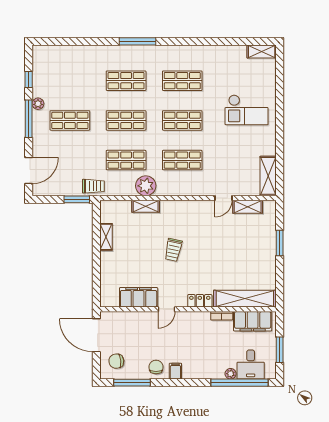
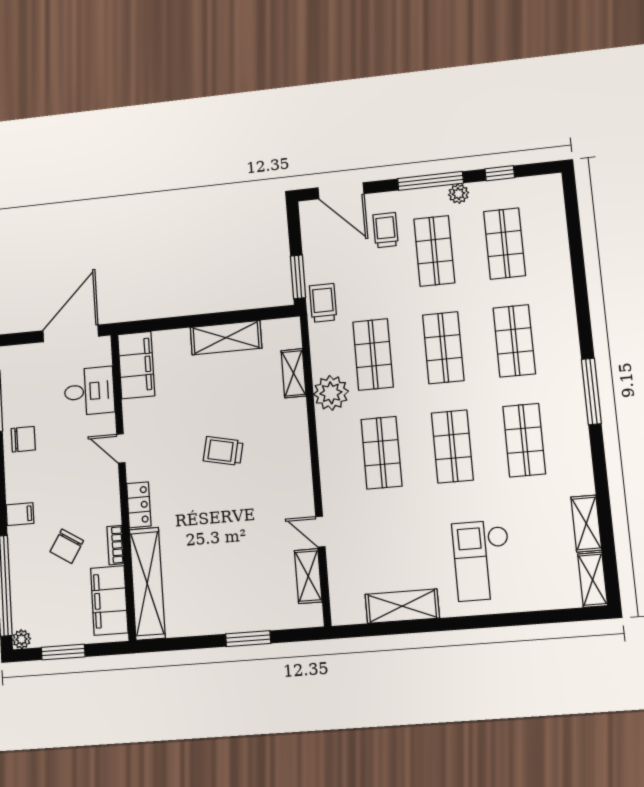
window: (137, 41) -> (591, 391), moved
shelving: (231, 52) -> (586, 523), added
shop shelf: (70, 81) -> (504, 244), added
trolley: (55, 147) -> (386, 230), added
shelving: (268, 176) -> (402, 606), moved
trolley: (93, 186) -> (323, 303), turned 180
shelving: (146, 206) -> (294, 373), moved
shelving: (106, 237) -> (226, 338), width x1.50, depth x1.33
filing cabinet: (139, 297) -> (136, 365), moved
chair: (116, 361) -> (67, 546), moved, turned -142
desk: (251, 364) -> (89, 391), moved, turned 180
filing cabinet: (175, 371) -> (20, 514), moved
plant: (231, 374) -> (22, 639), moved

